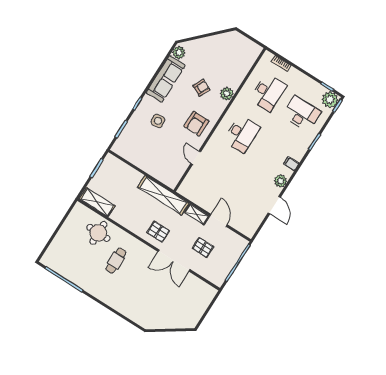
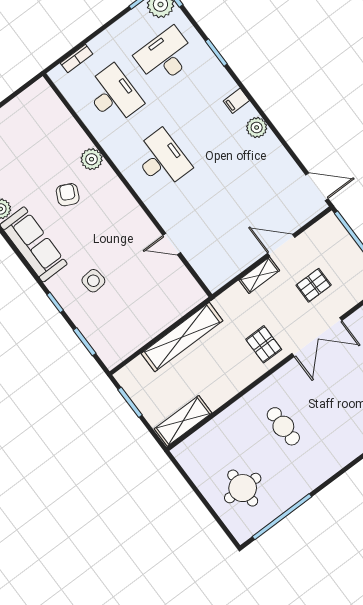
armchair: (196, 124) -> (120, 223), removed
shelving: (163, 195) -> (182, 337), moved
door: (274, 205) -> (317, 187), moved
pallet: (158, 232) -> (264, 344), turned 90
round table: (98, 233) -> (243, 488), moved

